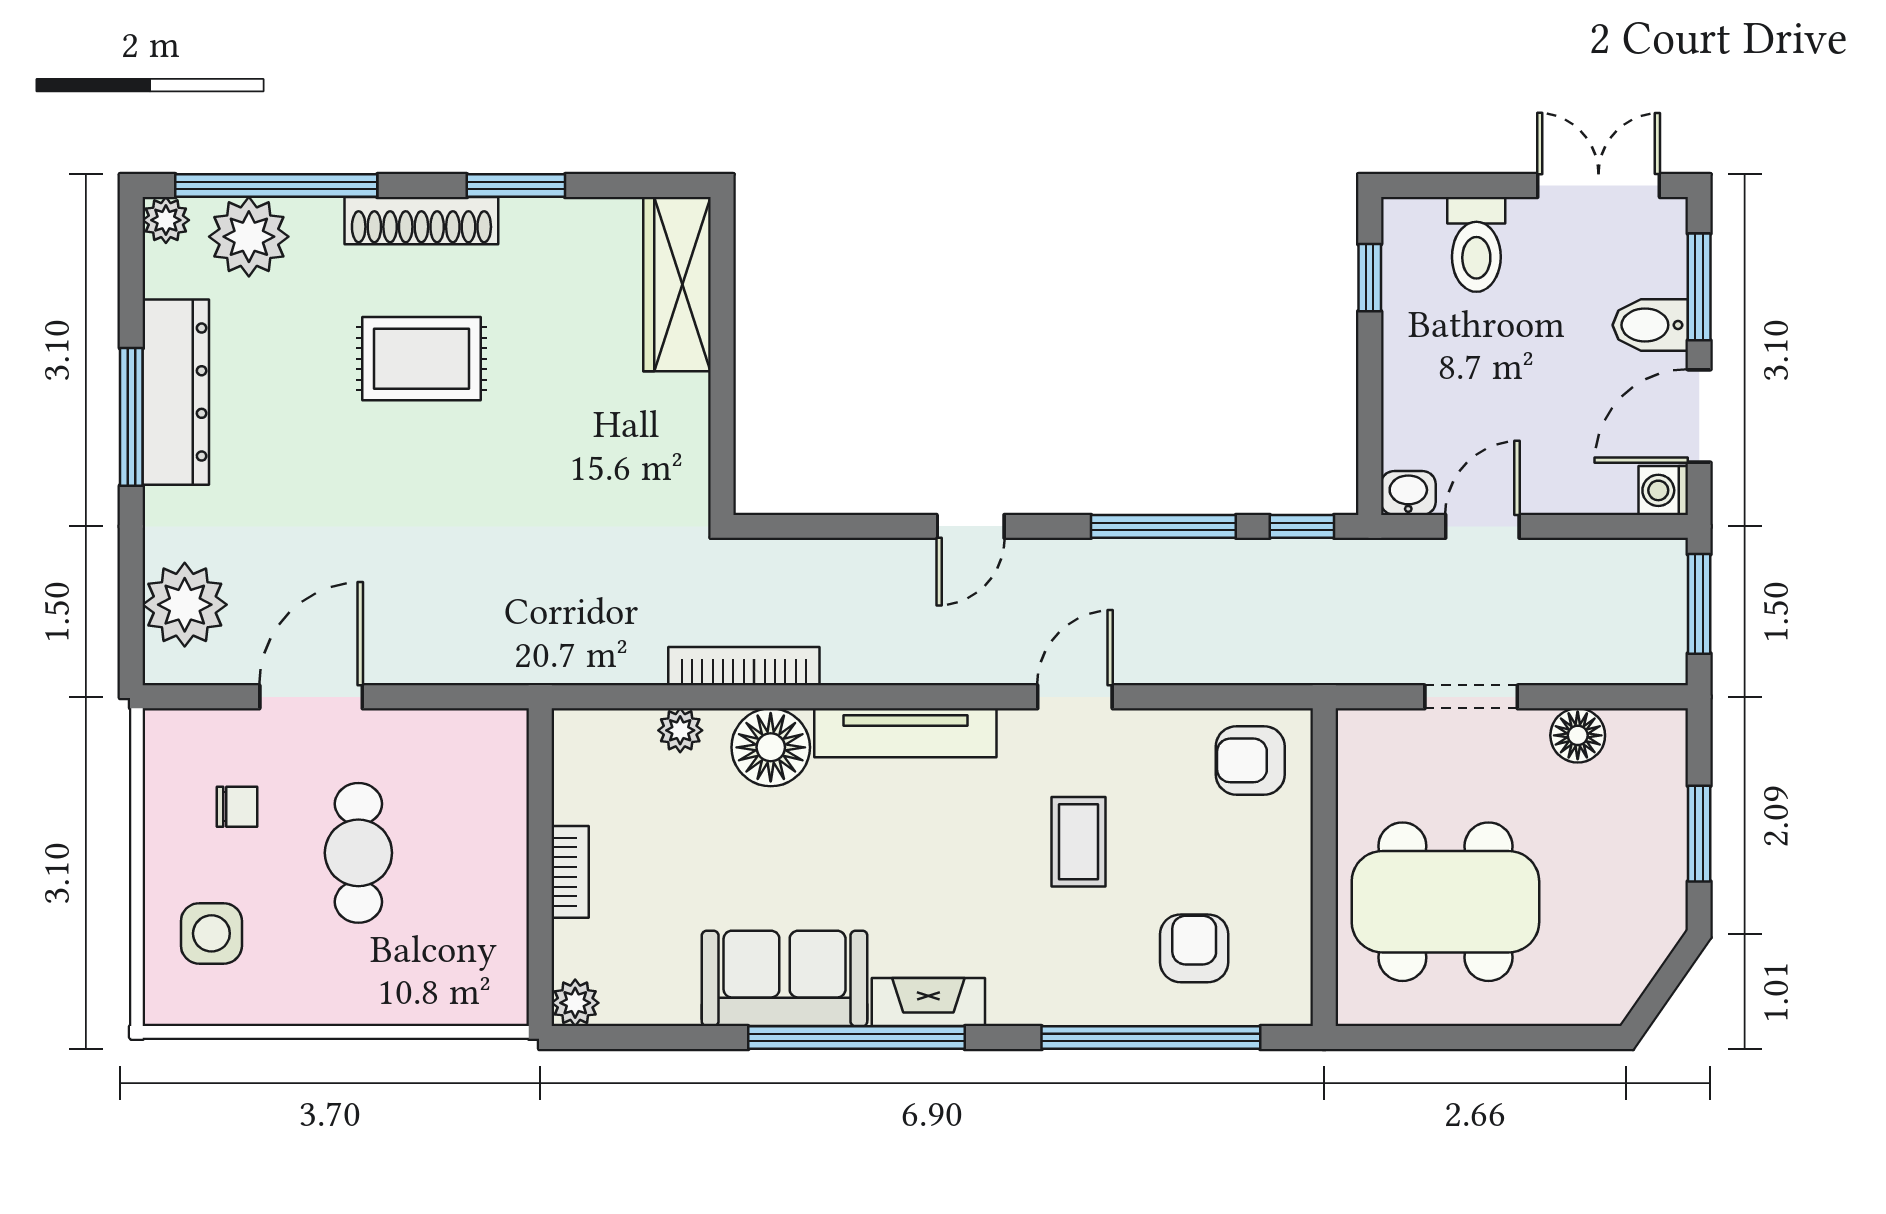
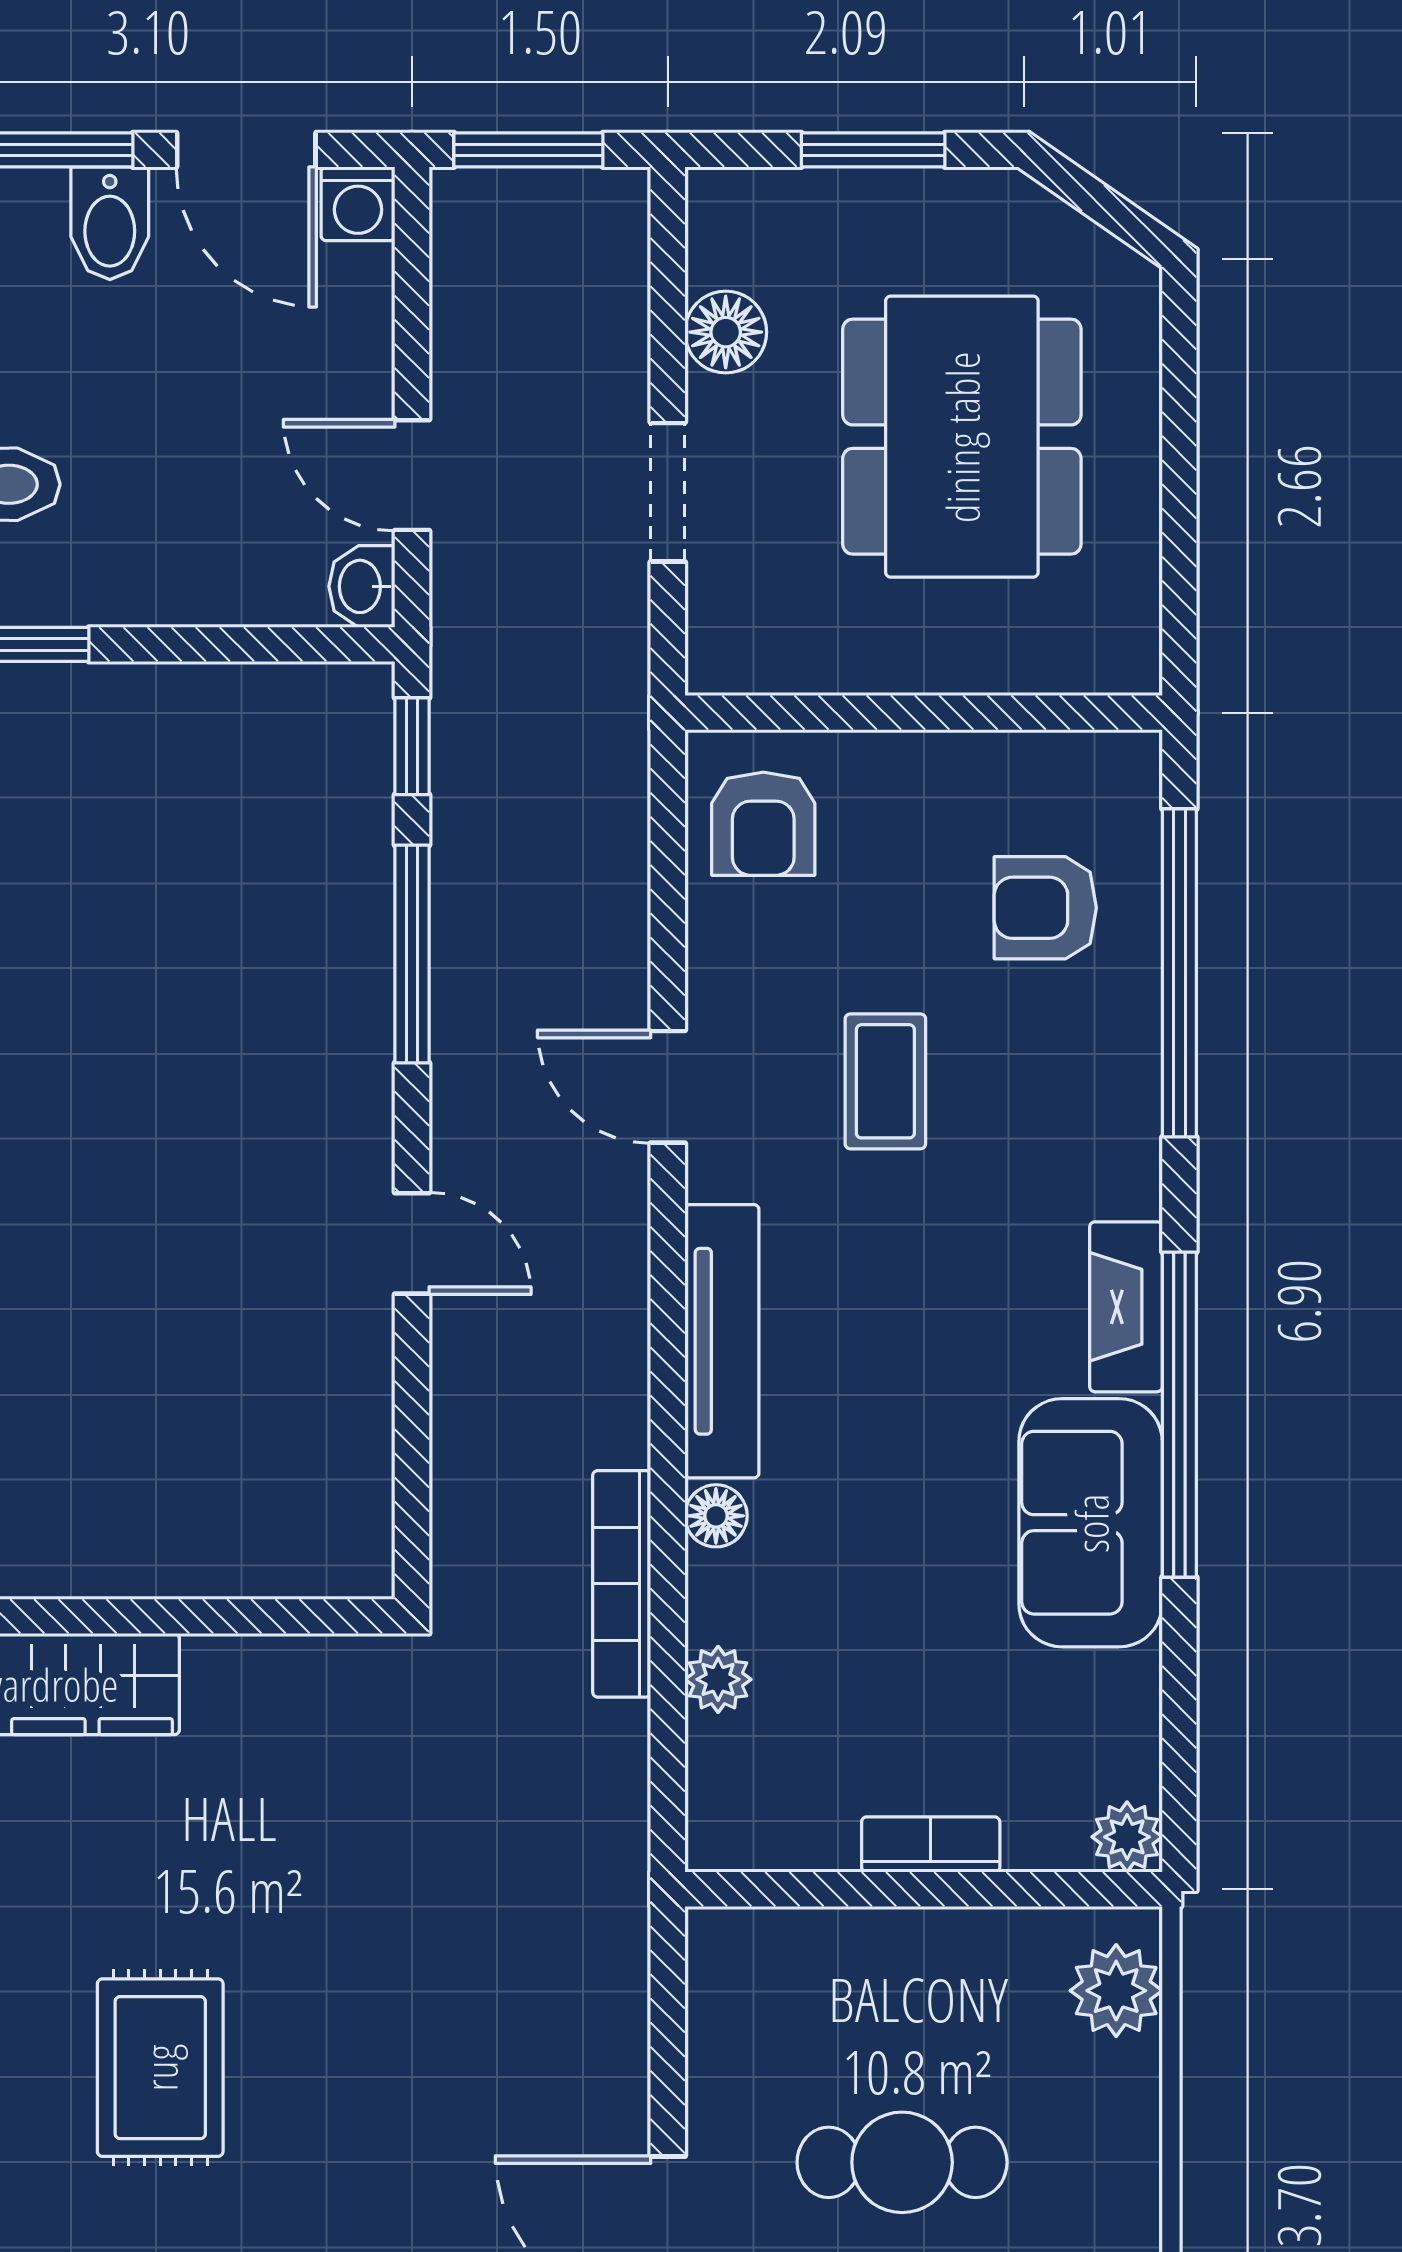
floor lamp: (771, 747) -> (716, 1516), width x0.53, depth x0.53
coffee table: (1079, 842) -> (885, 1081), turned 90
dining table: (1445, 902) -> (962, 437), moved
plant: (473, 996) -> (1116, 1991), added

